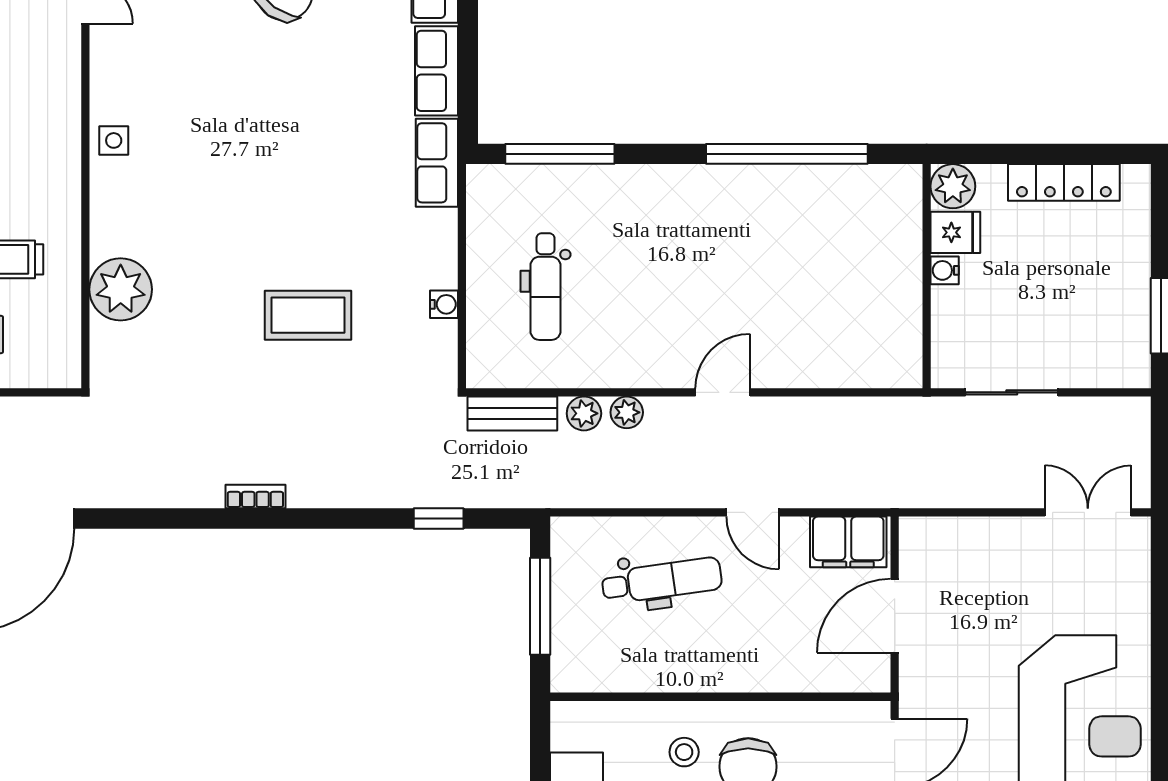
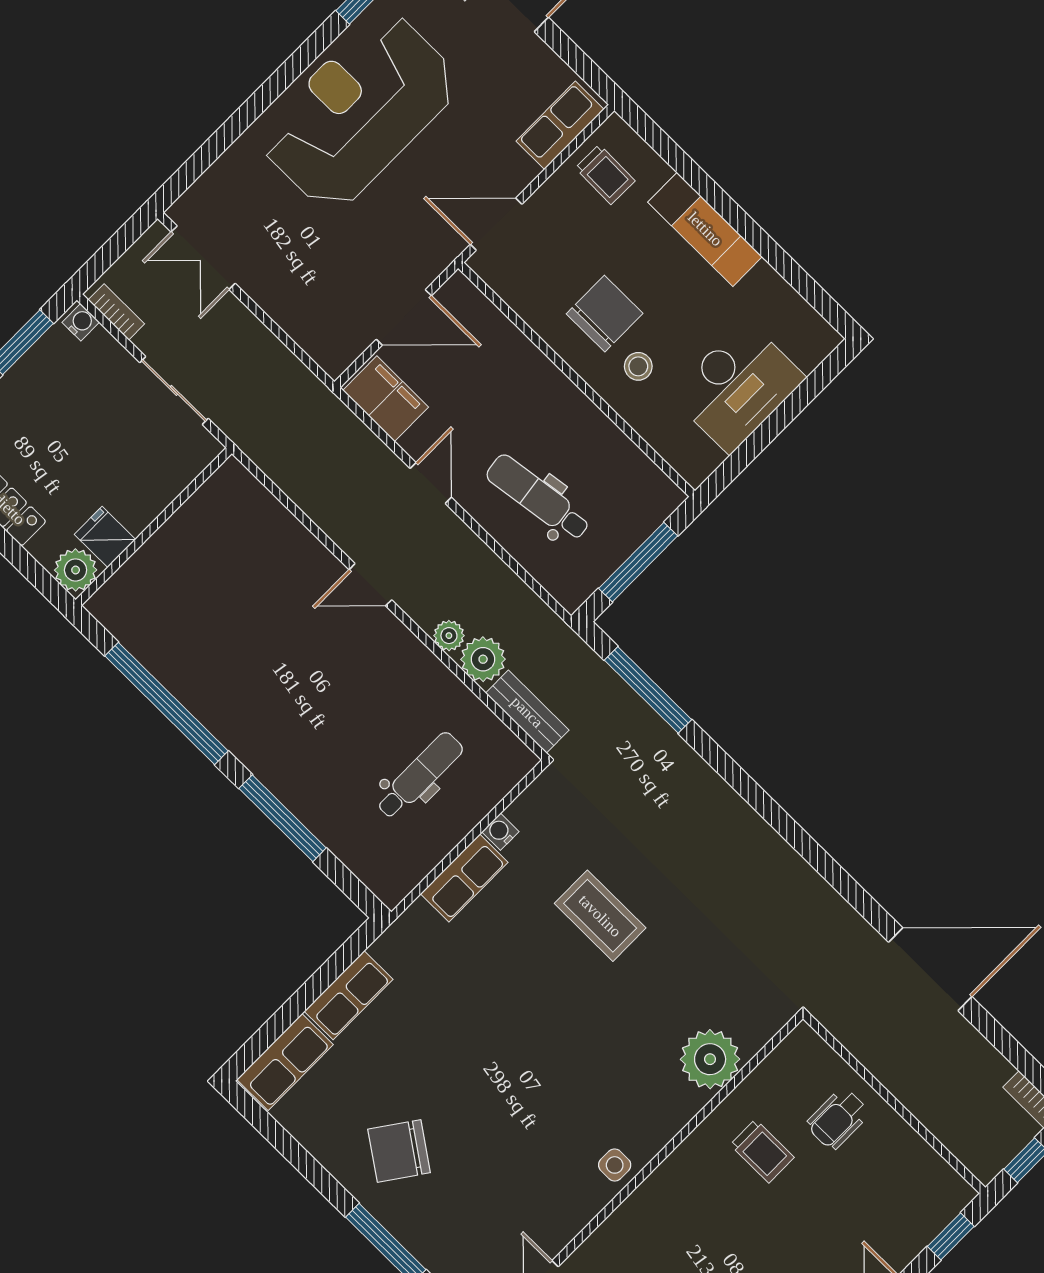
window: (560, 154) -> (283, 818), moved
row of seats: (437, 163) -> (464, 878), moved
water cooler: (945, 270) -> (81, 322), moved, turned -90
plant: (584, 413) -> (483, 659), width x1.38, depth x1.38
bookcase: (255, 497) -> (116, 312), moved, turned 180
window: (439, 518) -> (648, 690), width x2.17

